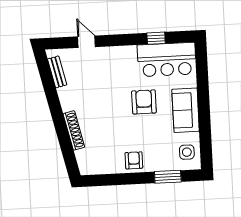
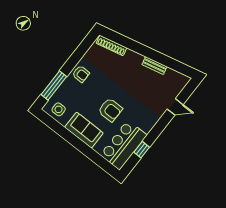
bench: (57, 72) -> (155, 66), moved
shoe rack: (74, 130) -> (111, 45), moved
window: (168, 177) -> (54, 86), width x1.44

